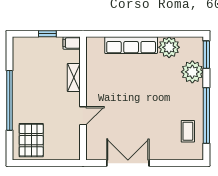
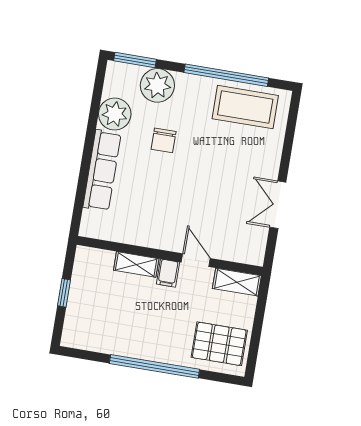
filing cabinet: (72, 43) -> (168, 273), moved
chair: (157, 82) -> (164, 140), added
coffee table: (188, 131) -> (245, 107), width x1.86, depth x1.72
shelving: (73, 145) -> (237, 282), added
double door: (128, 163) -> (278, 205), width x0.73

